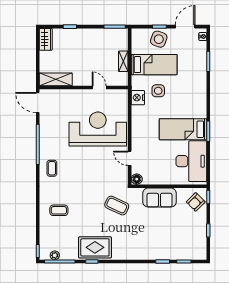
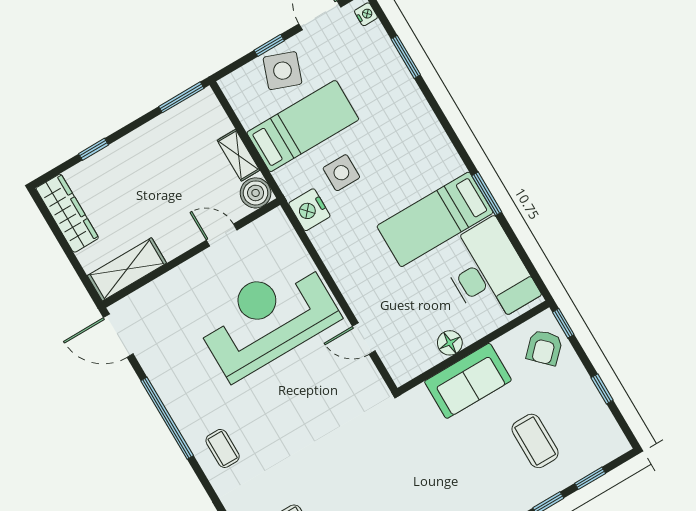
wardrobe: (46, 39) -> (67, 213), width x1.50
boiler: (121, 79) -> (256, 193), added
floor lamp: (137, 179) -> (450, 343), moved
coffee table: (117, 206) -> (535, 441), moved, turned 65

